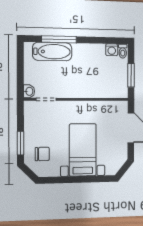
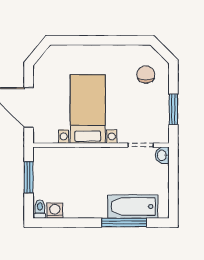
window: (20, 143) -> (173, 109), moved
bed with nightstands: (83, 150) -> (88, 109), moved, turned 180
chair: (42, 154) -> (146, 74), turned 90

